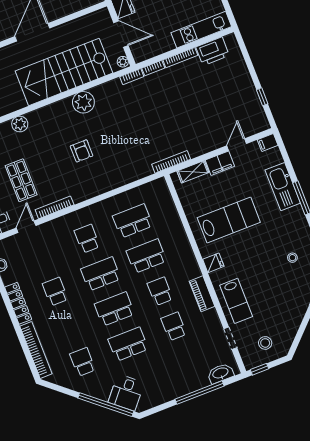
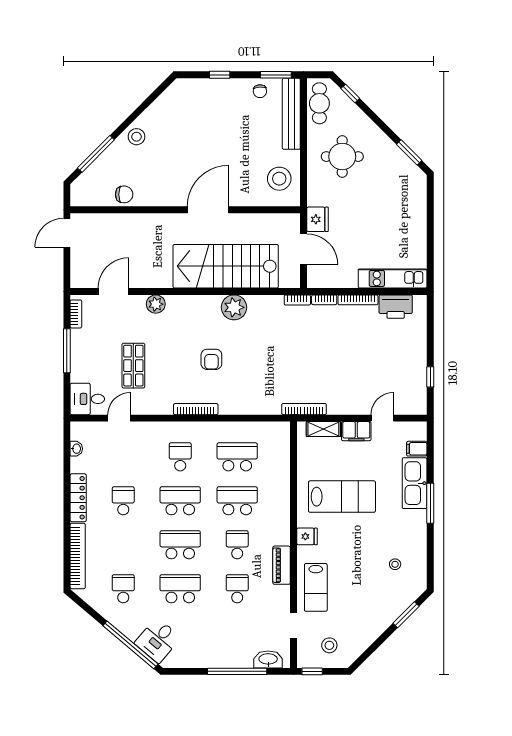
plant: (123, 62) -> (294, 280), removed
filing cabinet: (268, 143) -> (417, 449), moved
bookcase: (55, 207) -> (196, 409), moved

